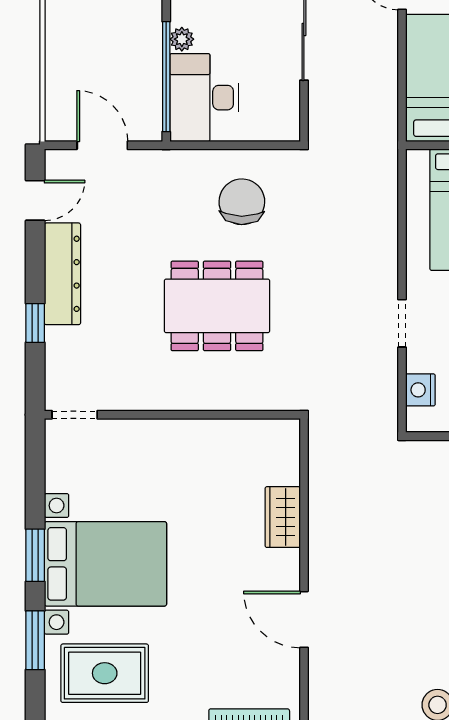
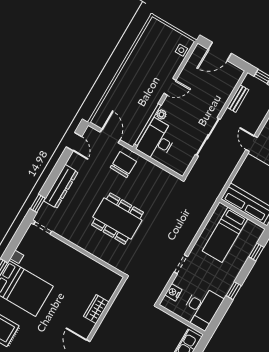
door: (35, 200) -> (74, 142), hinge flipped
chair: (242, 202) -> (123, 165), moved
dresser: (62, 274) -> (61, 187), moved
window: (35, 323) -> (38, 203), moved

